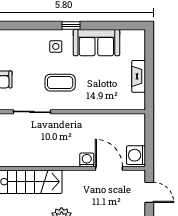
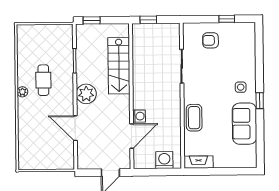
fireplace: (139, 76) -> (199, 162), moved
coffee table: (60, 83) -> (194, 118), moved
washing machine: (136, 155) -> (164, 160), moved

